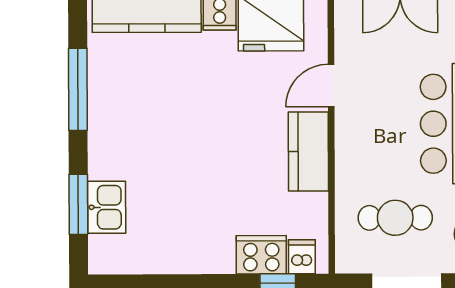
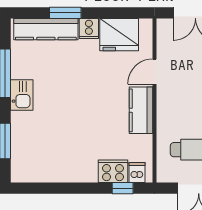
kitchen sink: (107, 207) -> (22, 95), moved

